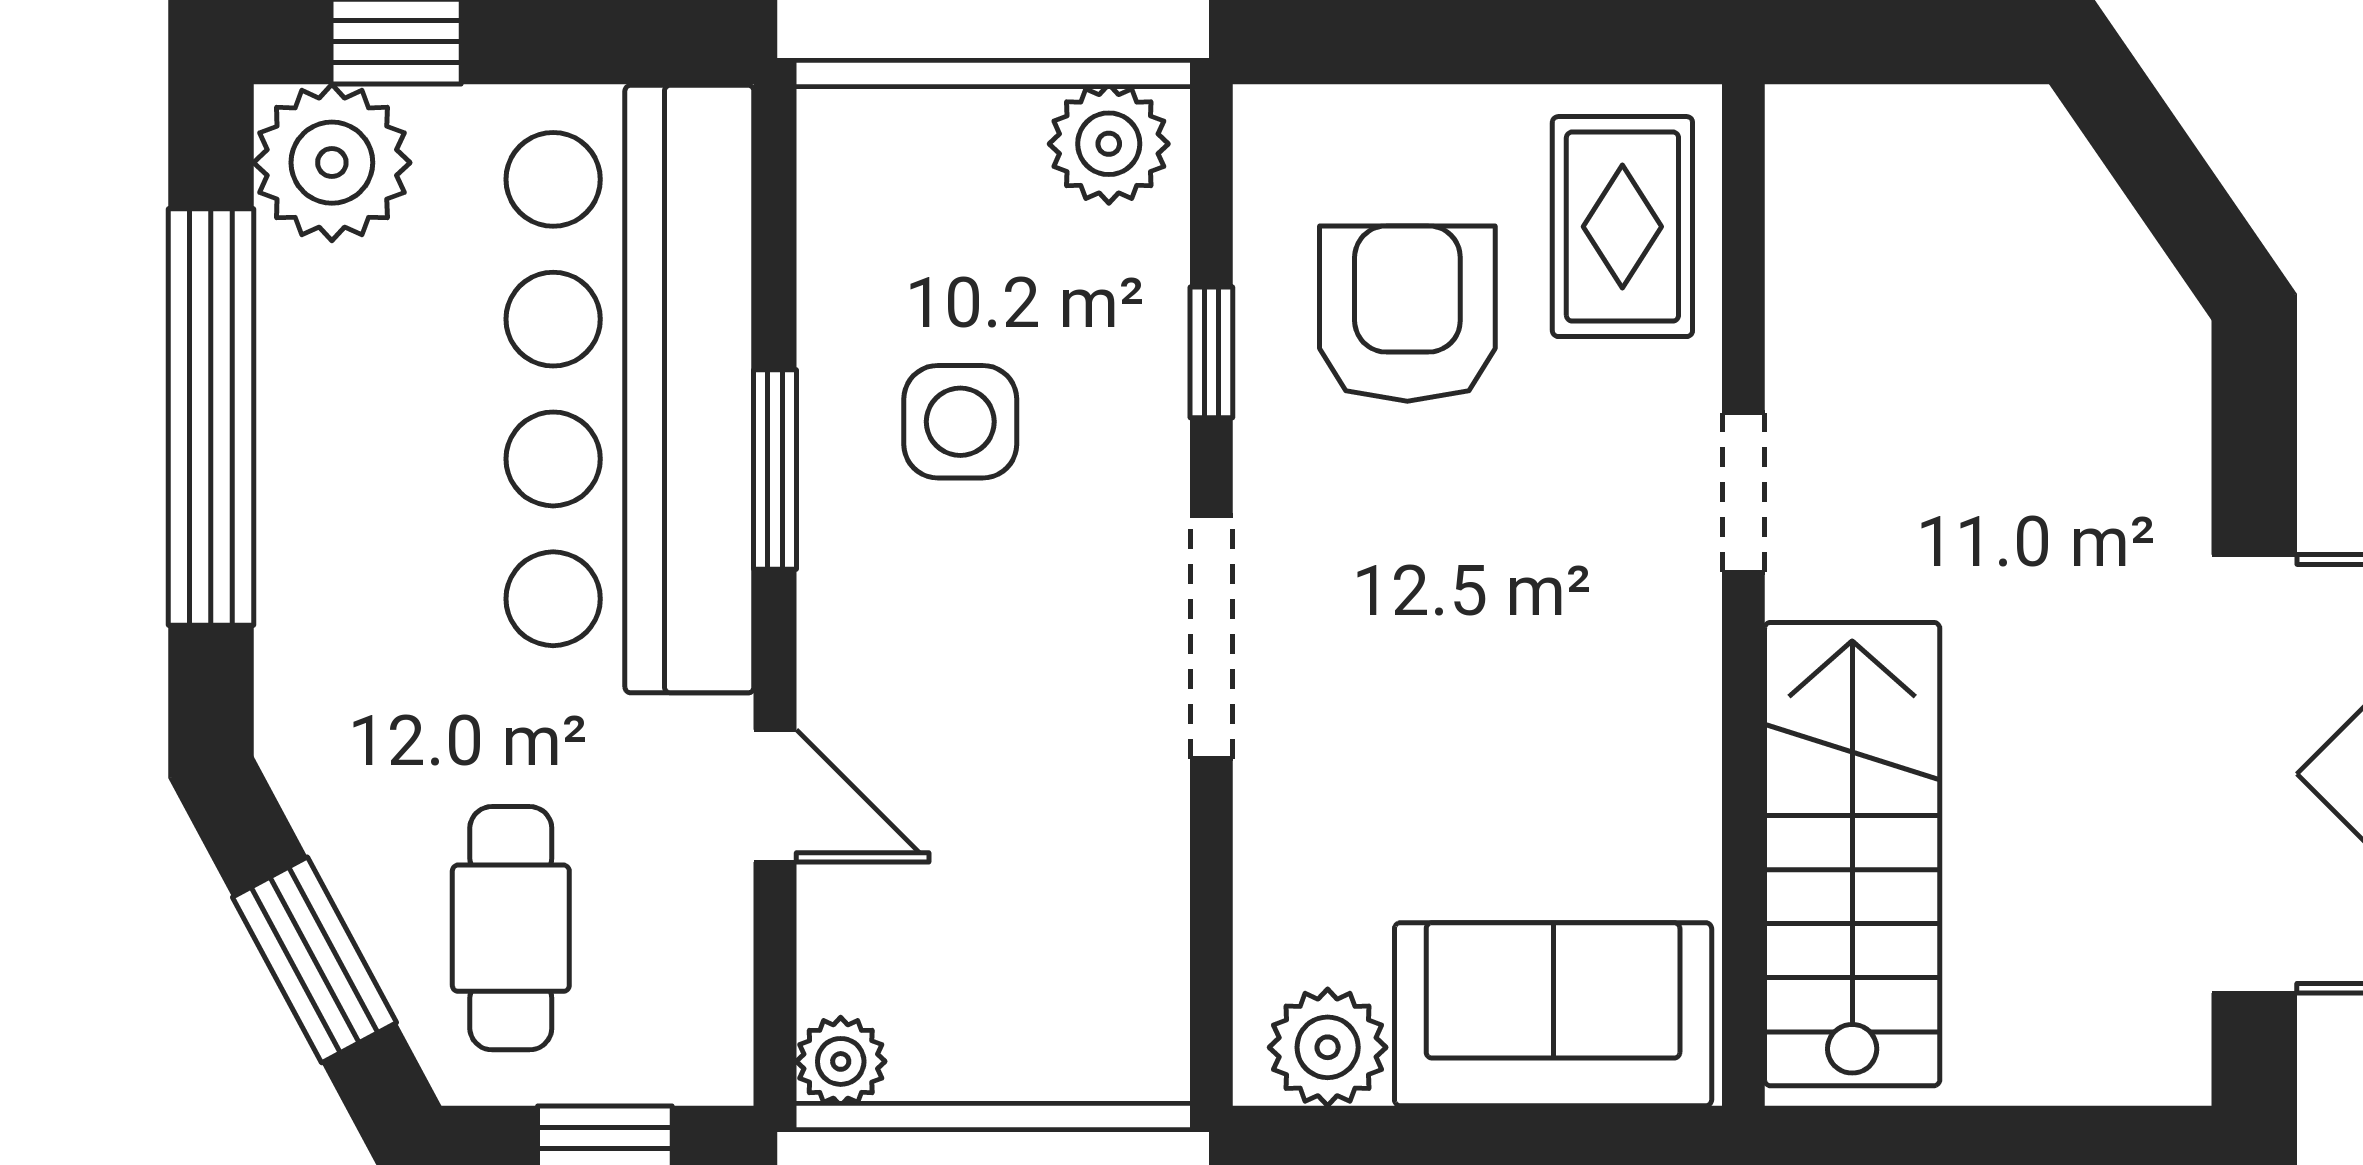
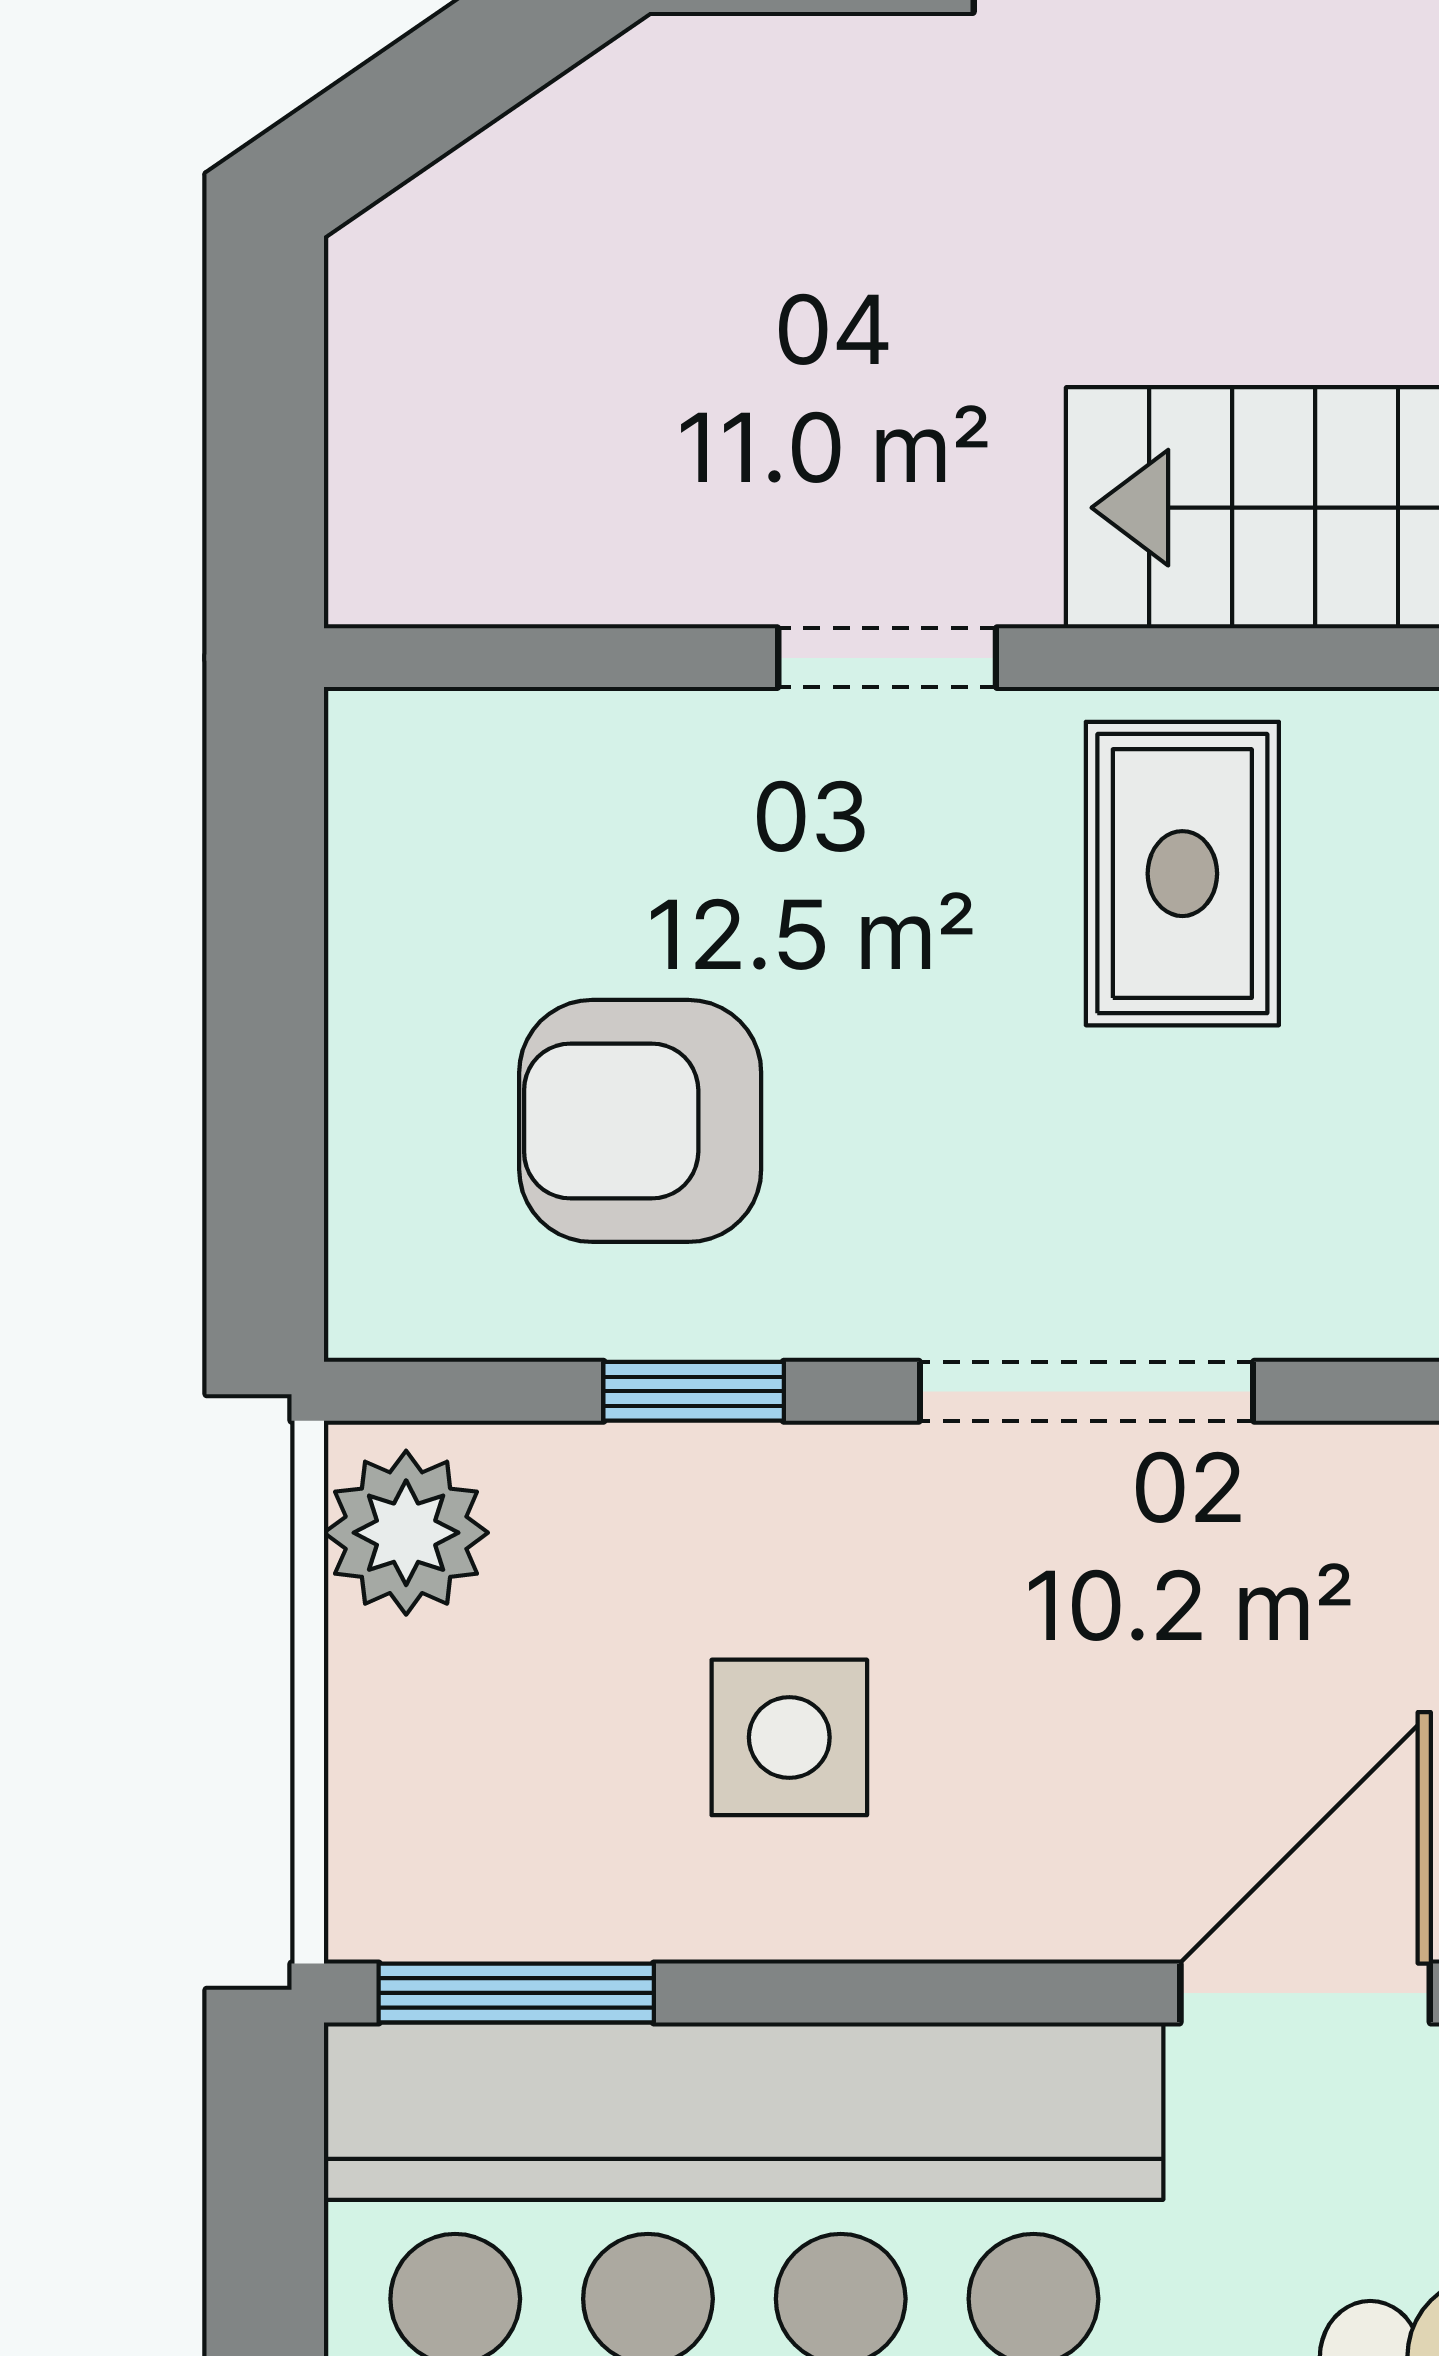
rug: (1622, 227) -> (1182, 874), moved, turned 90
window: (775, 470) -> (516, 1993), moved
door: (775, 796) -> (1305, 1993), width x1.38

